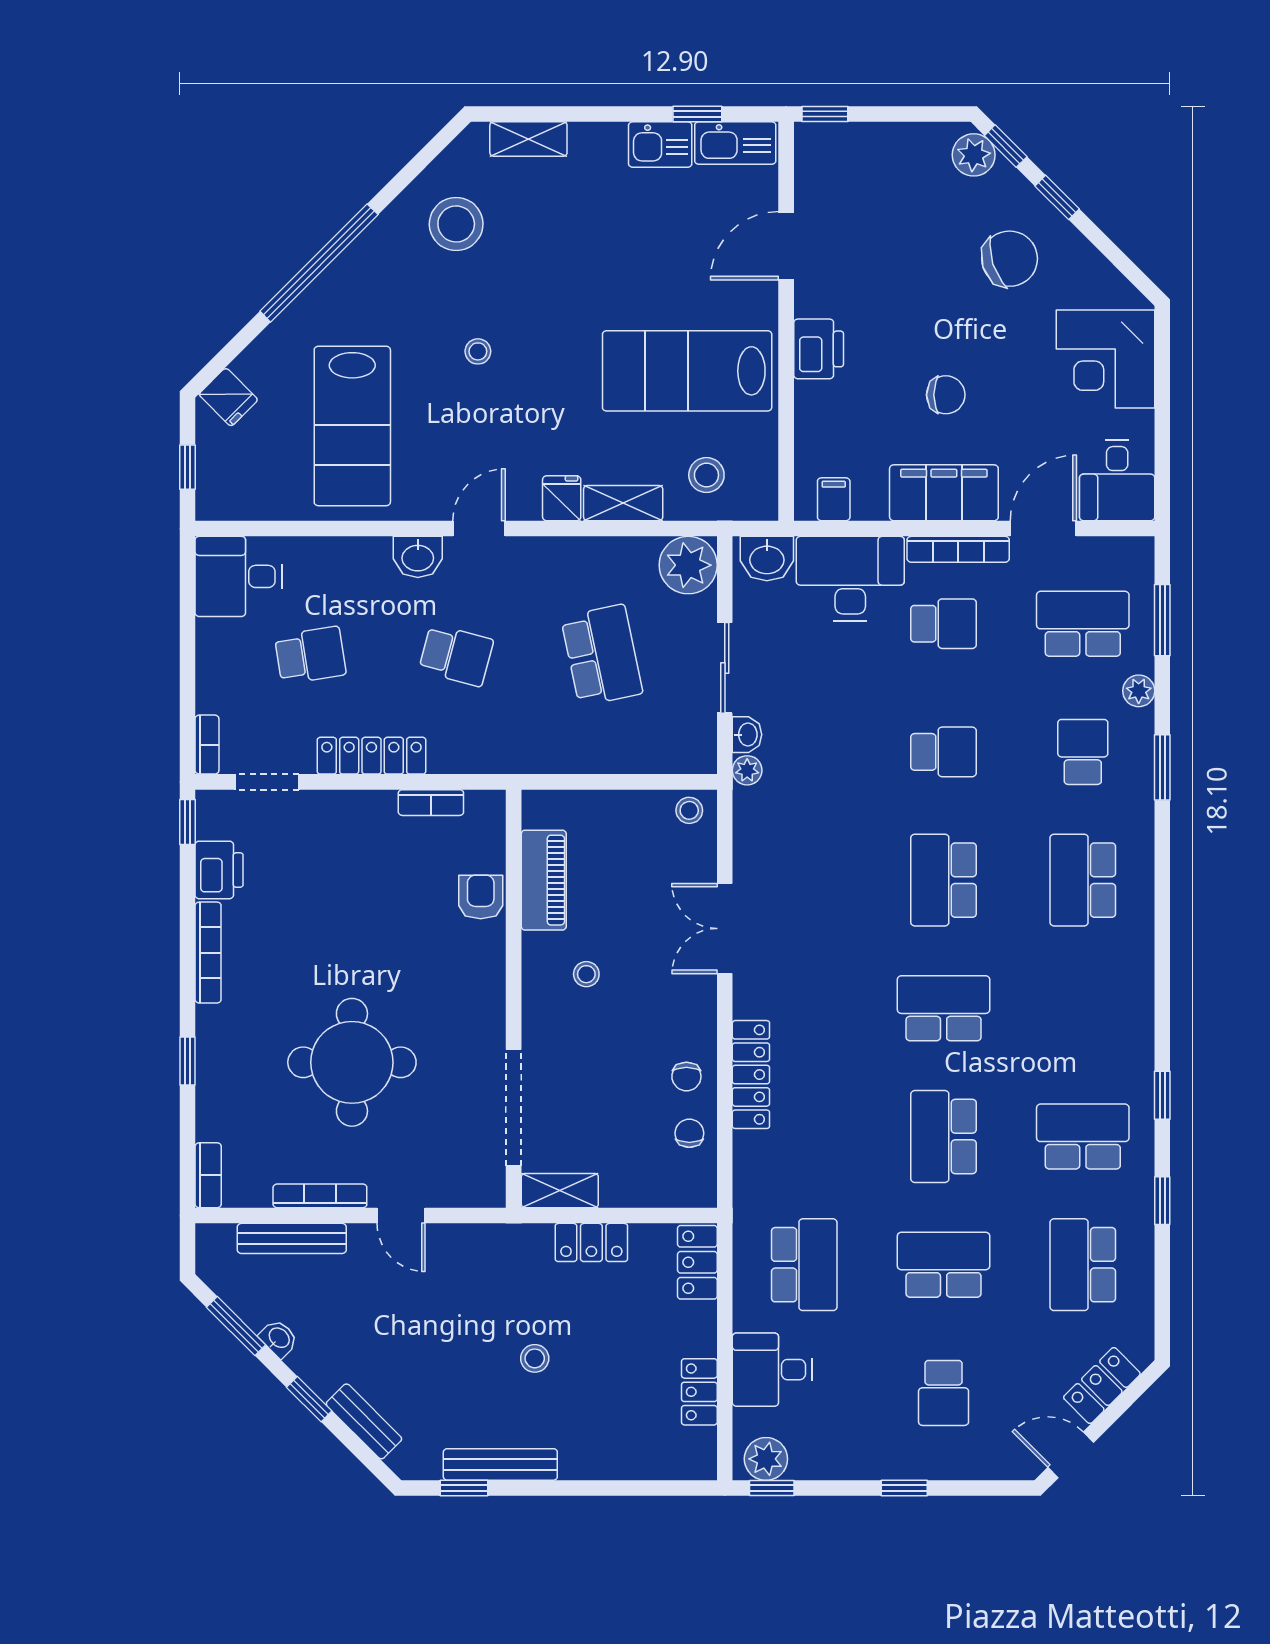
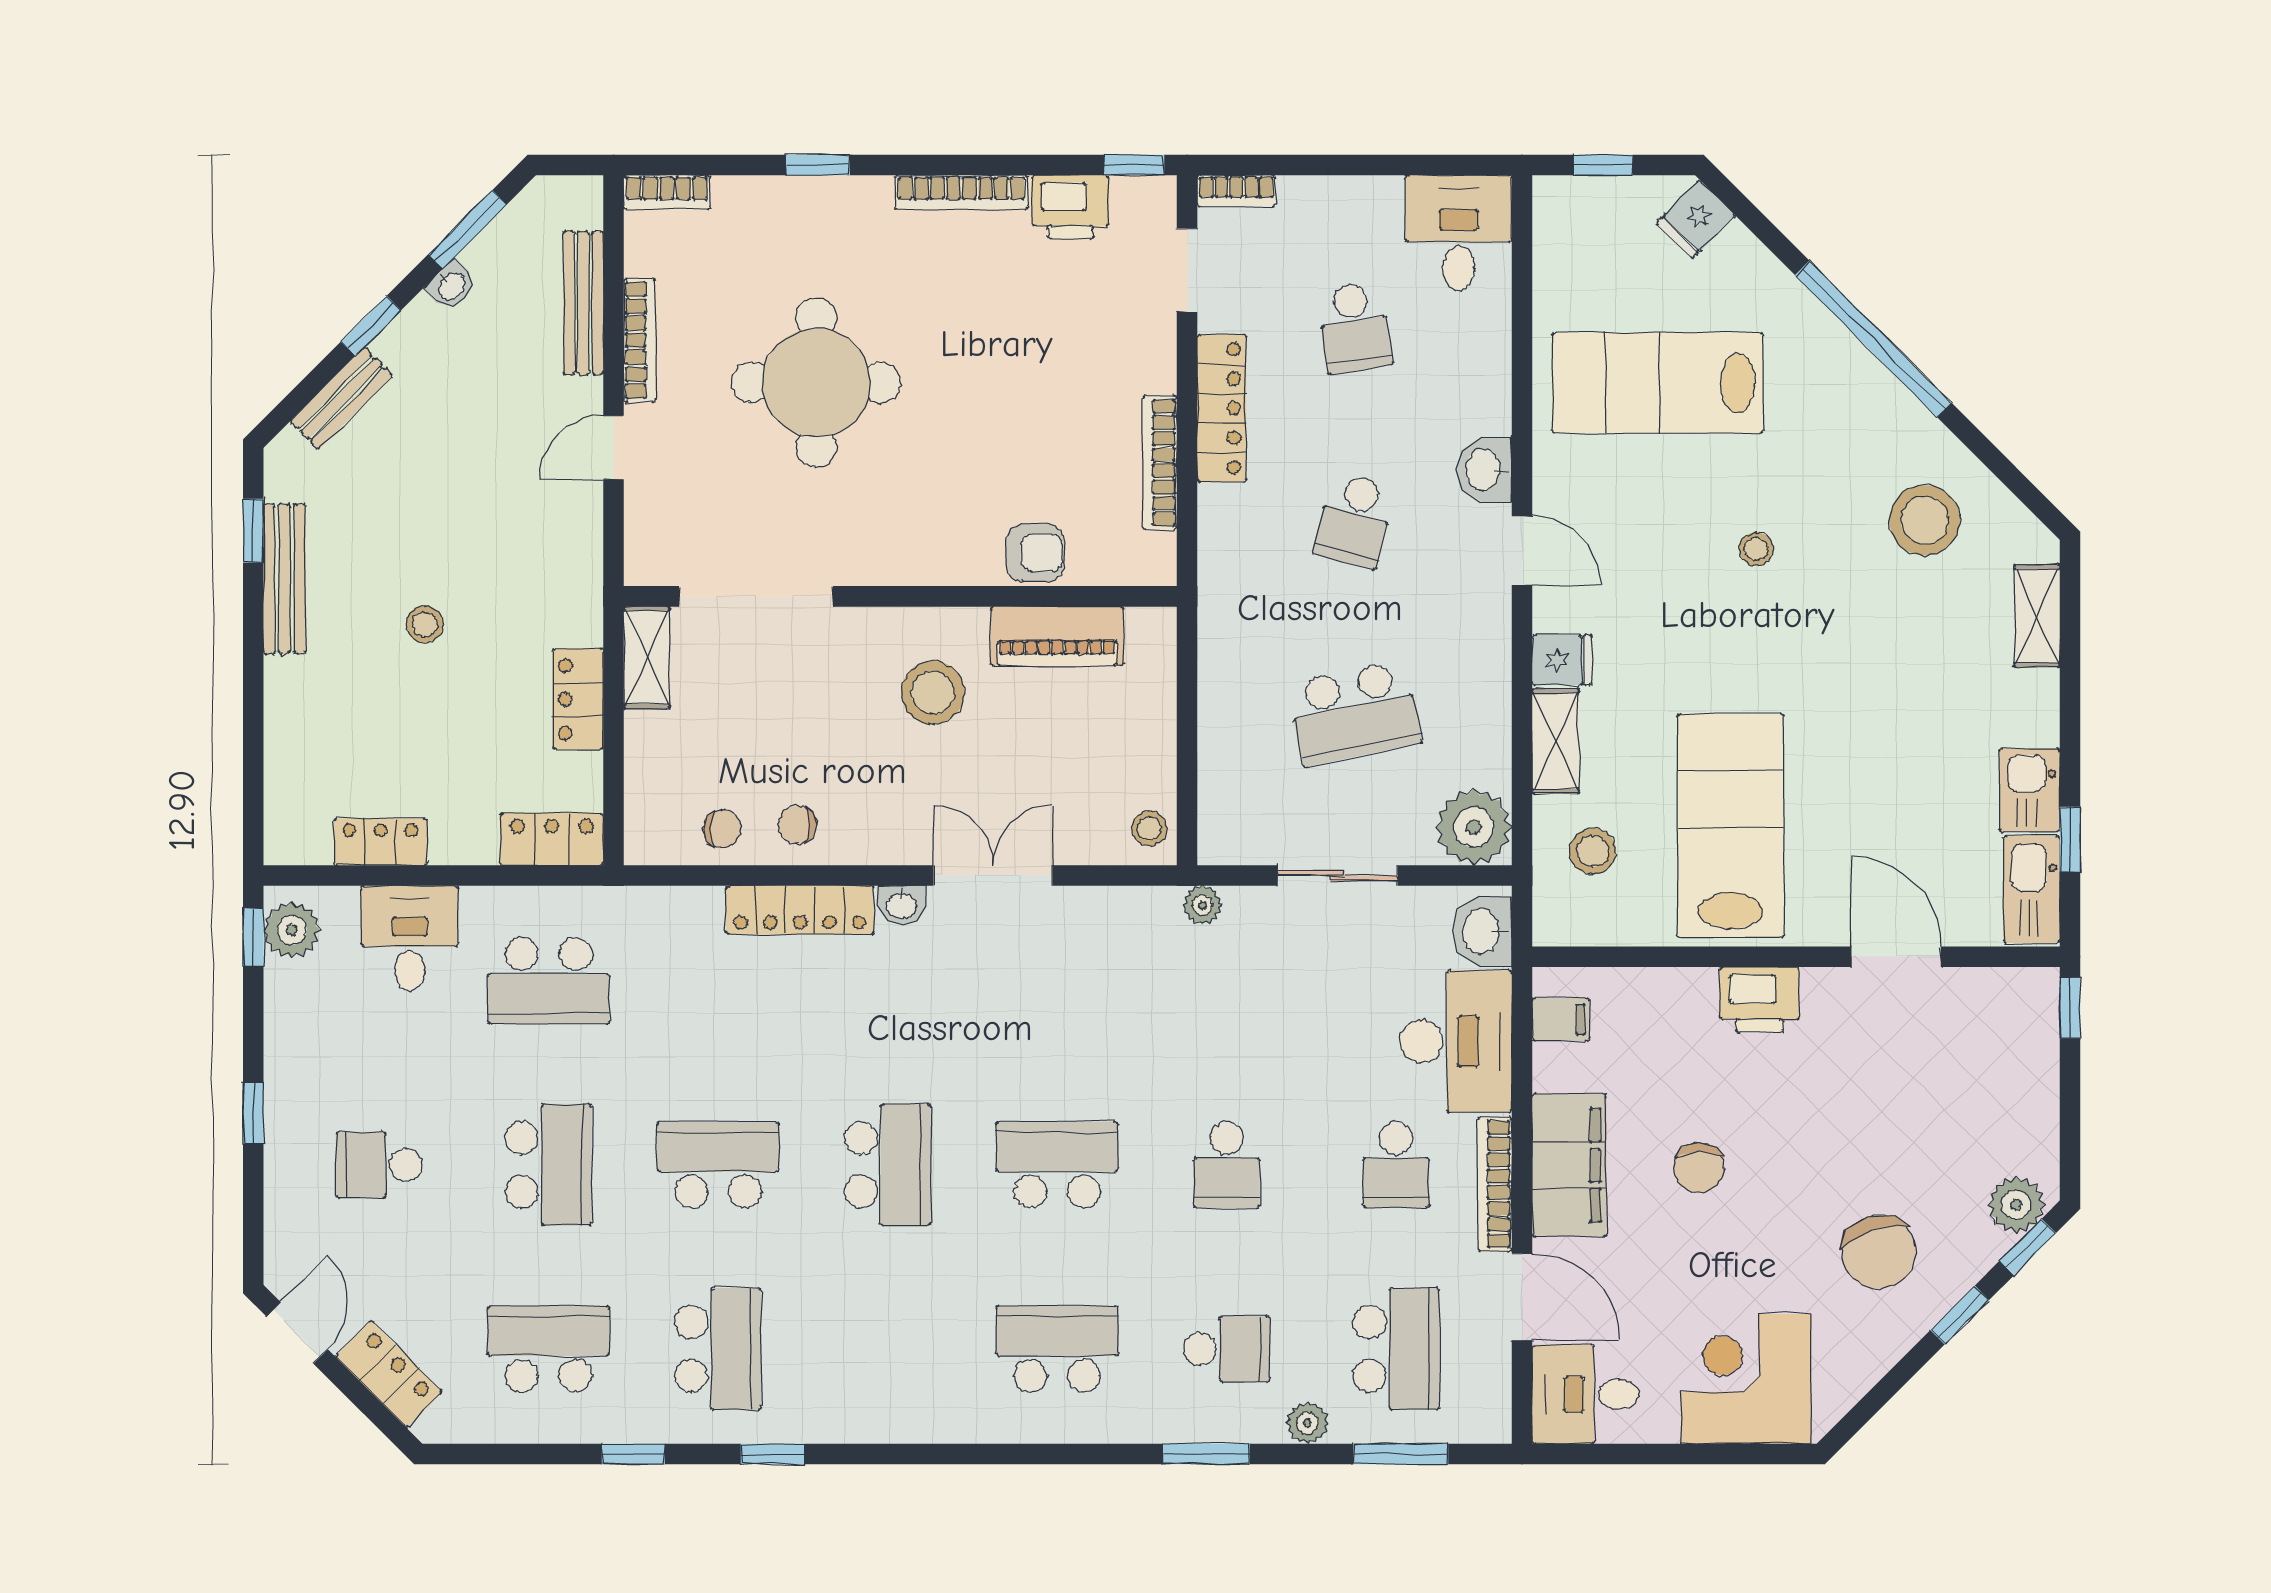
washbasin: (747, 735) -> (902, 905), moved
bookcase: (431, 803) -> (1160, 463), width x1.56
stool: (586, 974) -> (933, 692), width x1.89, depth x1.89

